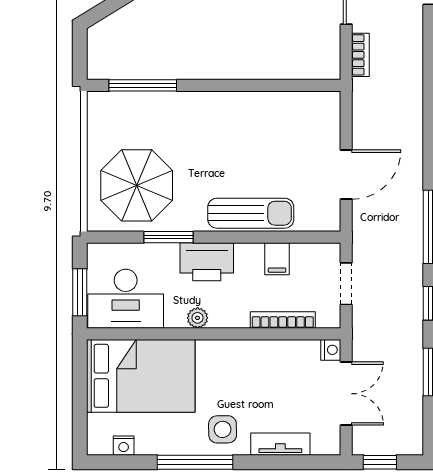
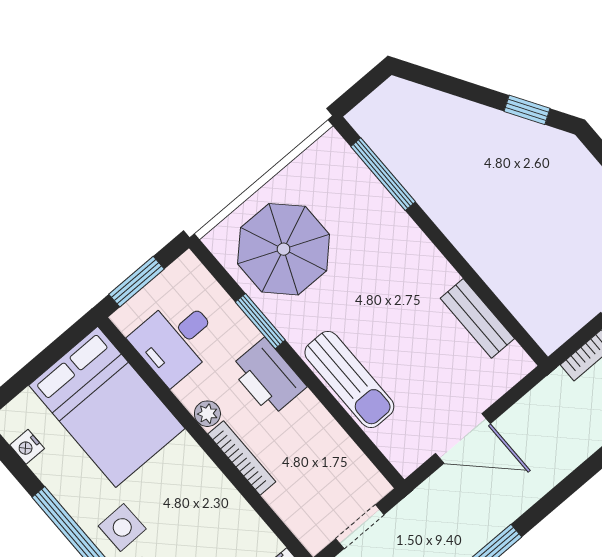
bench: (280, 103) -> (477, 318), added
filing cabinet: (277, 259) -> (327, 441), removed
desk: (126, 299) -> (176, 340), width x0.73
bookcase: (283, 320) -> (242, 458), moved

